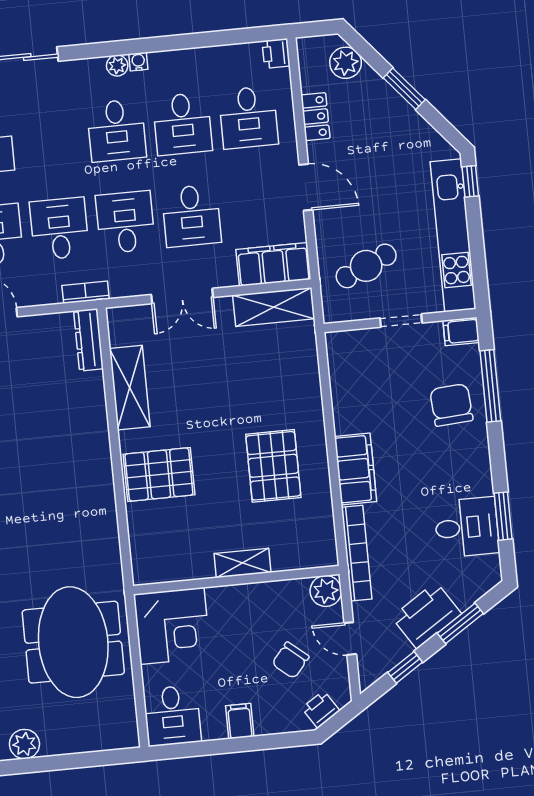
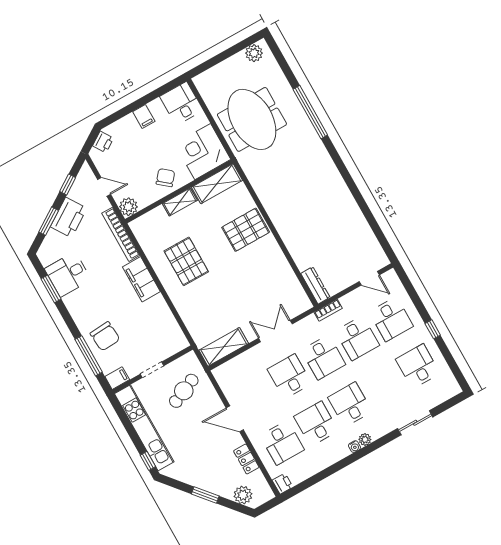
desk: (248, 117) -> (282, 443), turned 180
filing cabinet: (273, 264) -> (234, 370), removed
shelving: (130, 388) -> (217, 184), moved, turned 90
chair: (291, 660) -> (165, 178), moved

